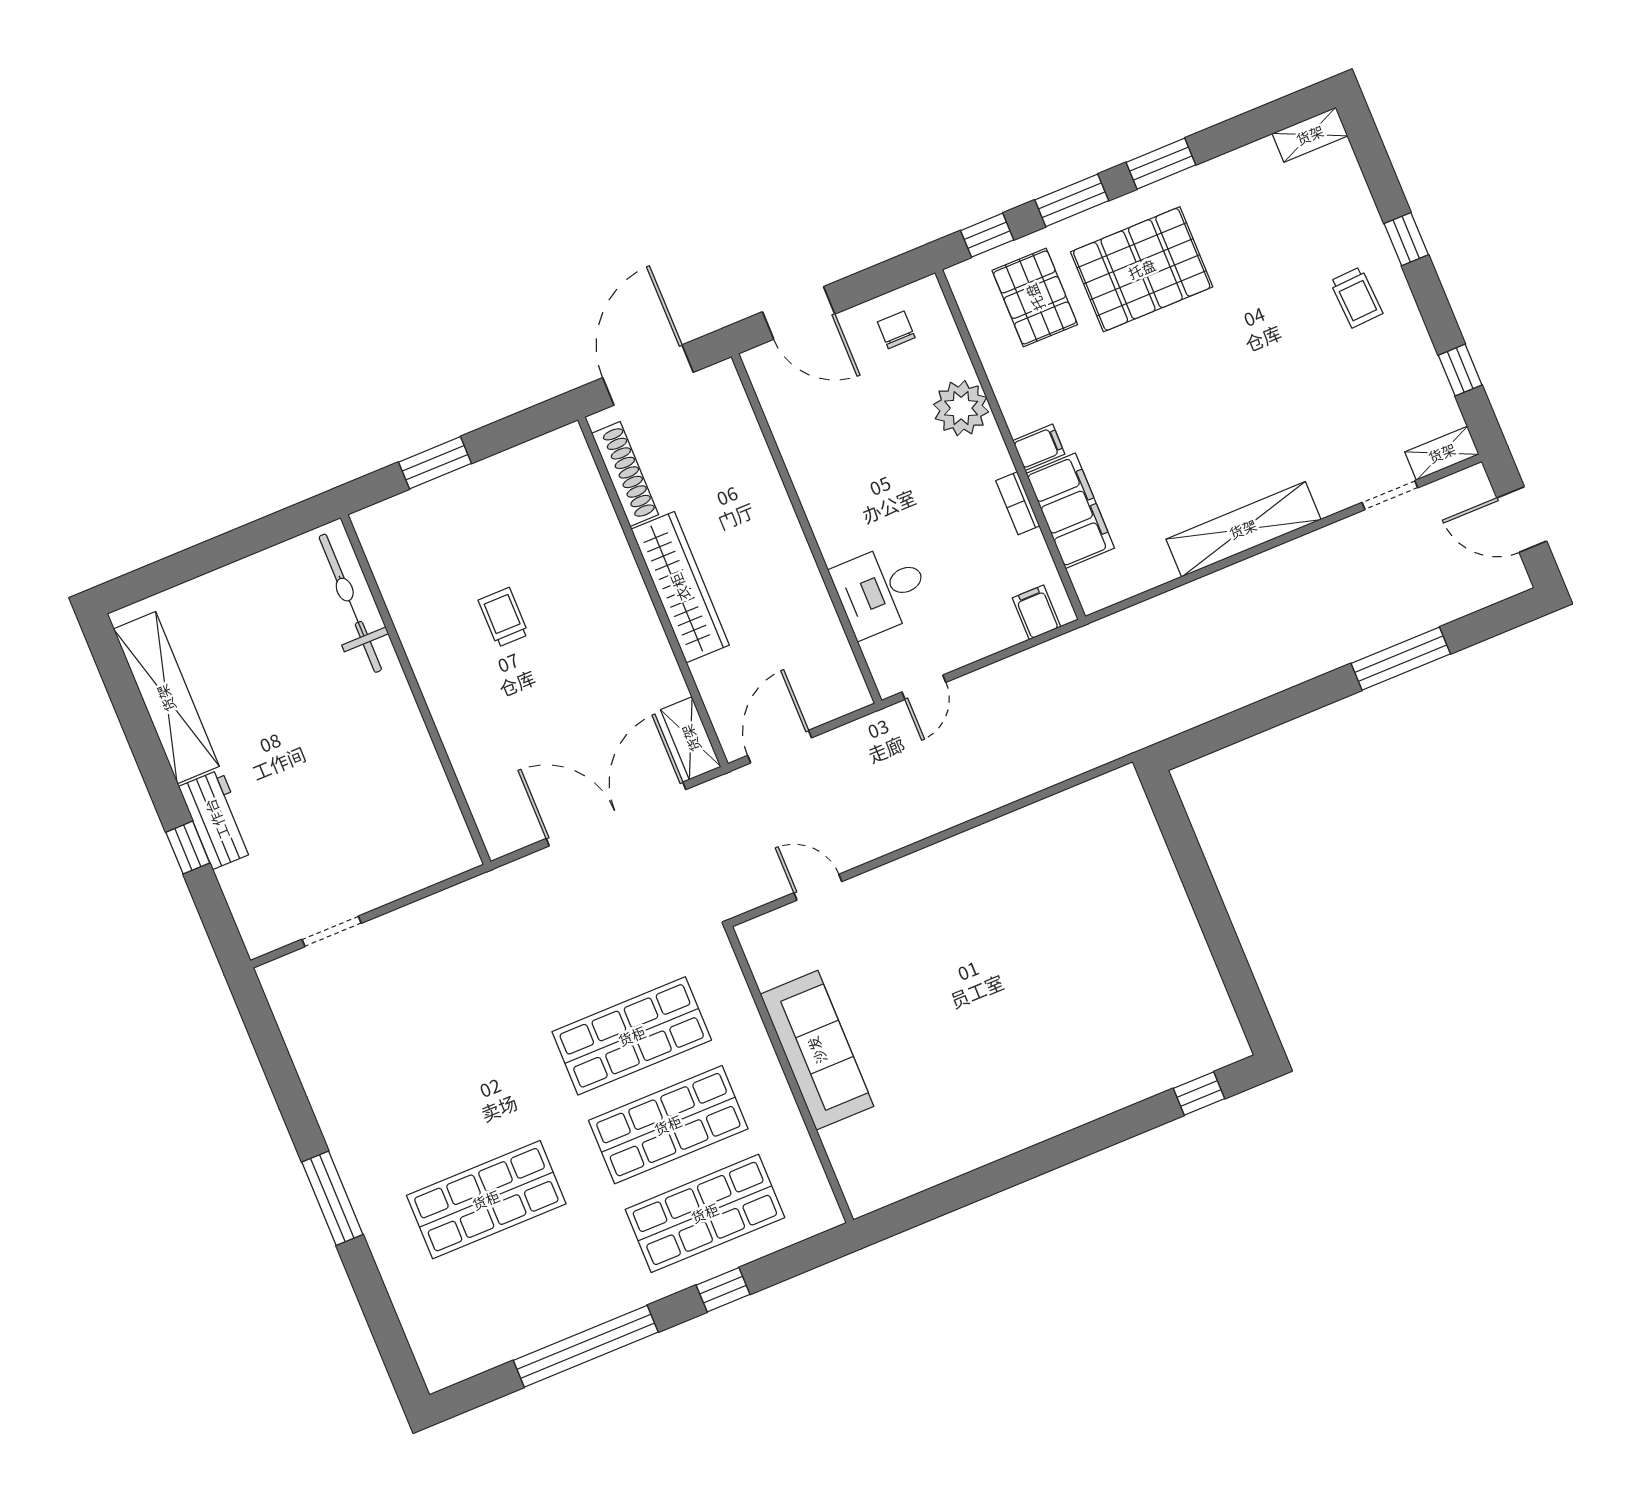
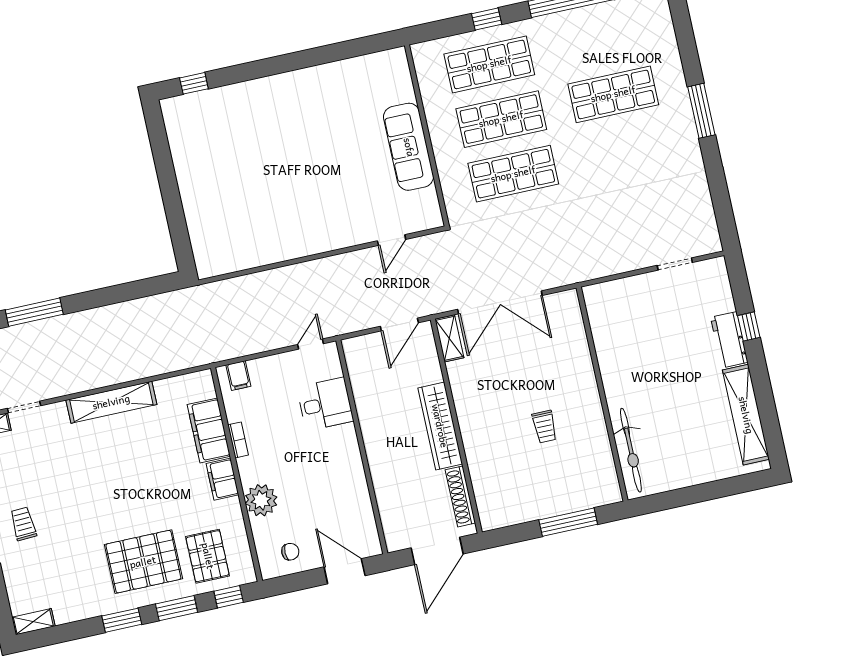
chair: (896, 330) -> (290, 552), turned -90
filing cabinet: (1039, 447) -> (222, 479), width x2.00
window: (435, 463) -> (568, 522), width x1.44
door: (818, 887) -> (392, 240), hinge flipped

